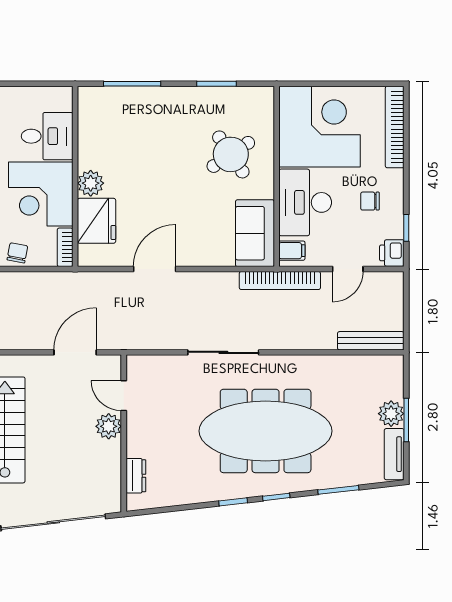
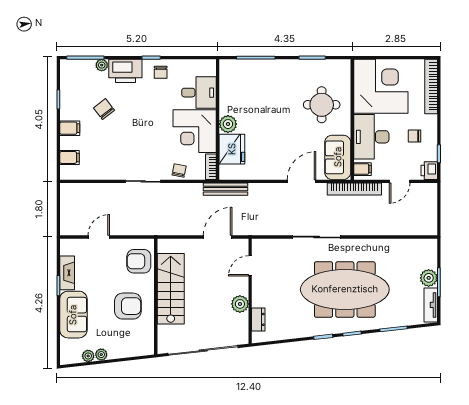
round table: (231, 154) -> (322, 105), turned 34
door: (155, 269) -> (302, 181), moved
bench: (371, 341) -> (226, 189), moved
door: (124, 396) -> (250, 266), hinge flipped
plant: (109, 426) -> (240, 304), moved

